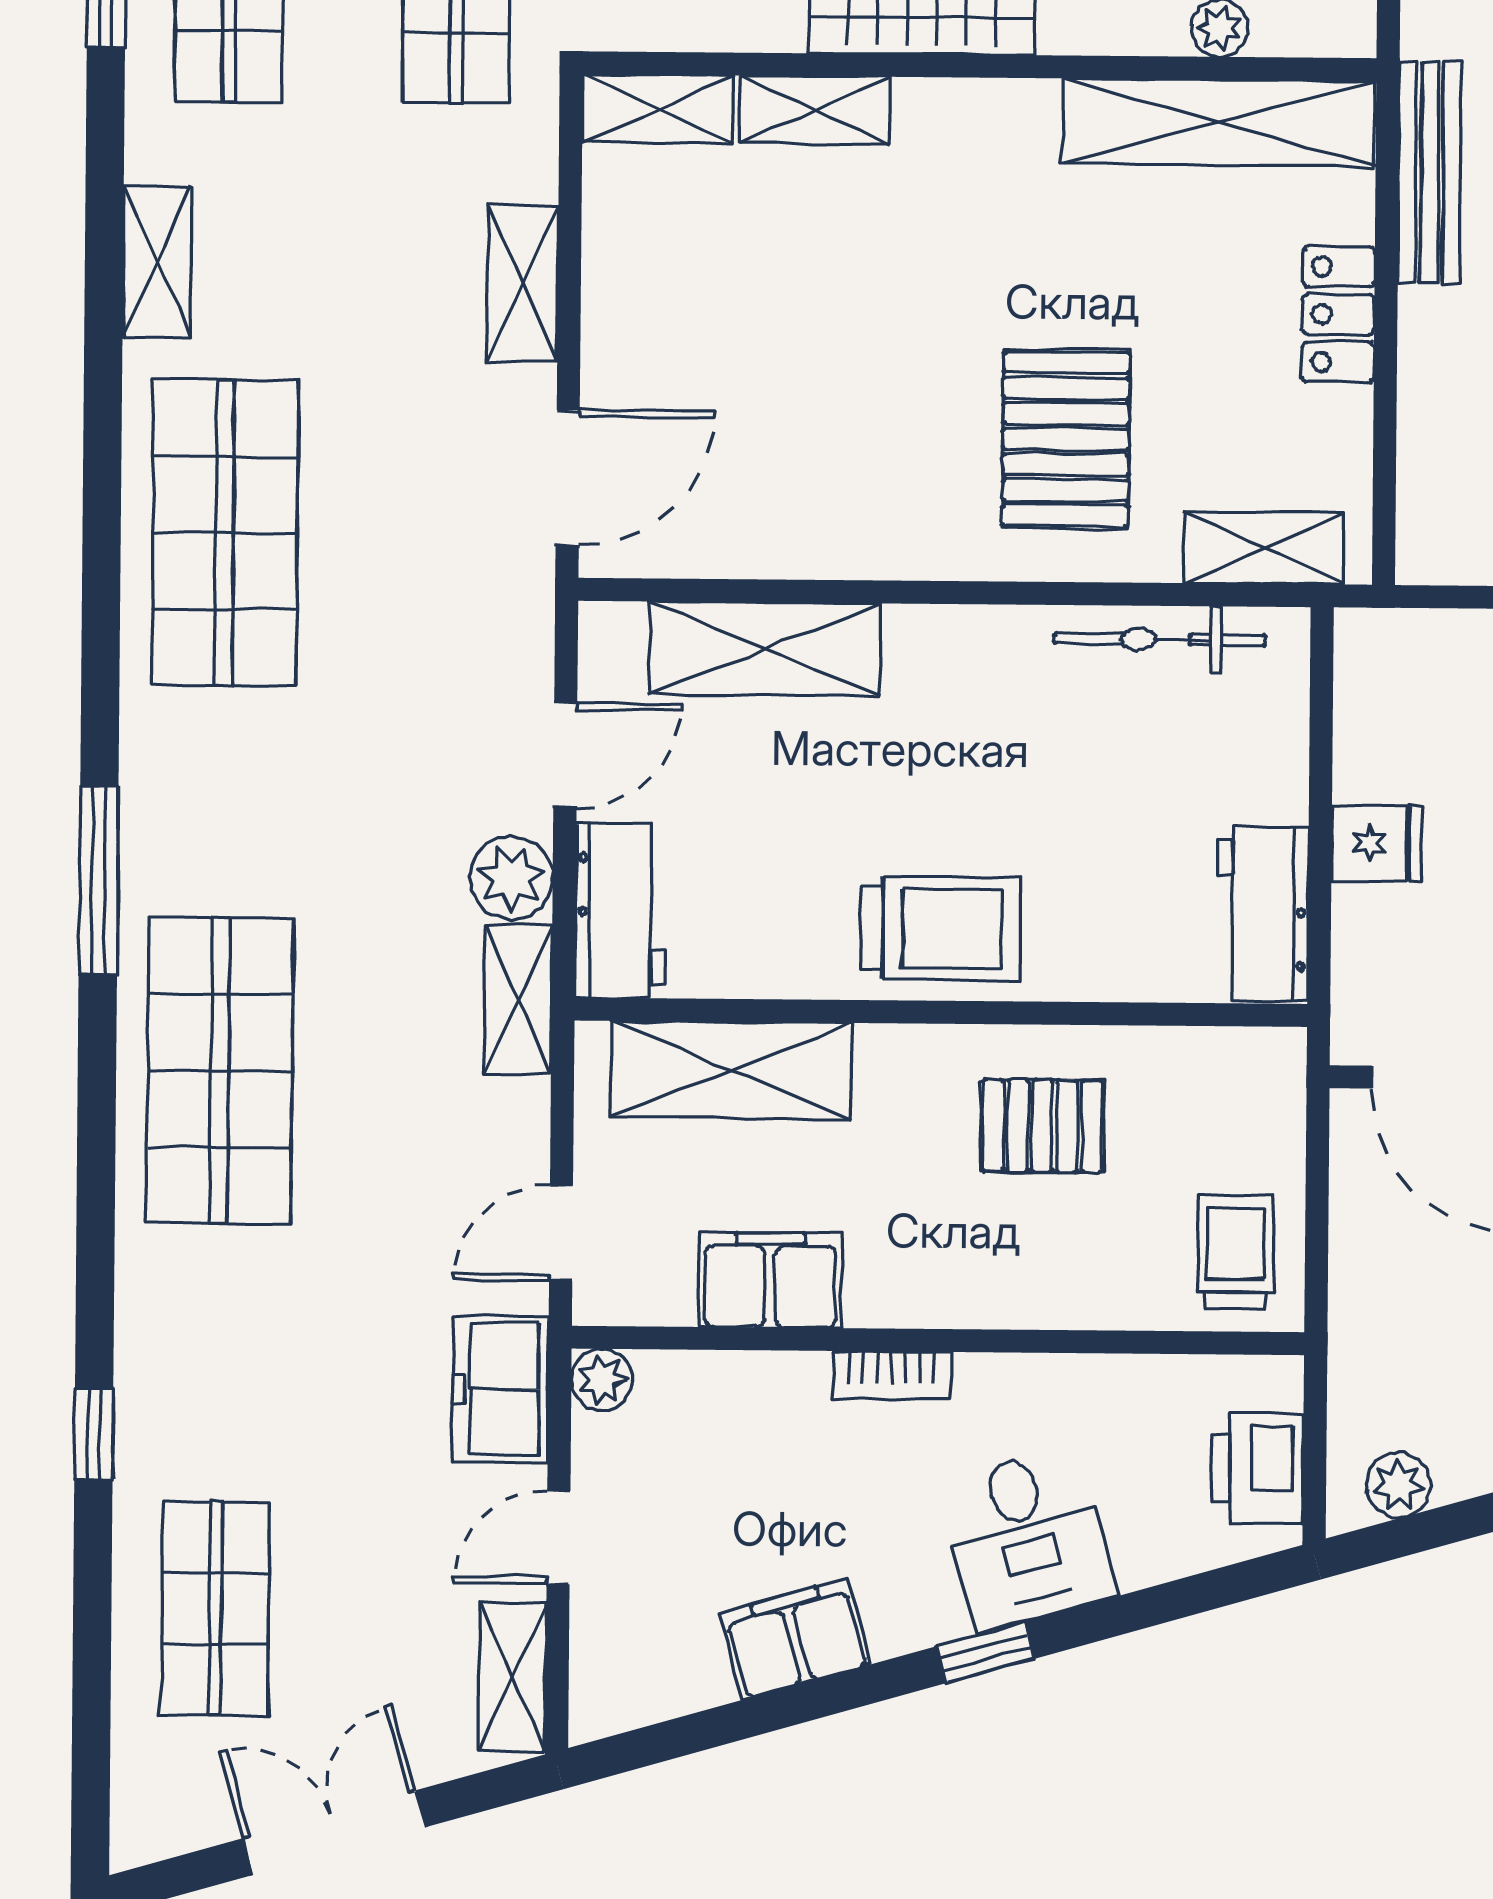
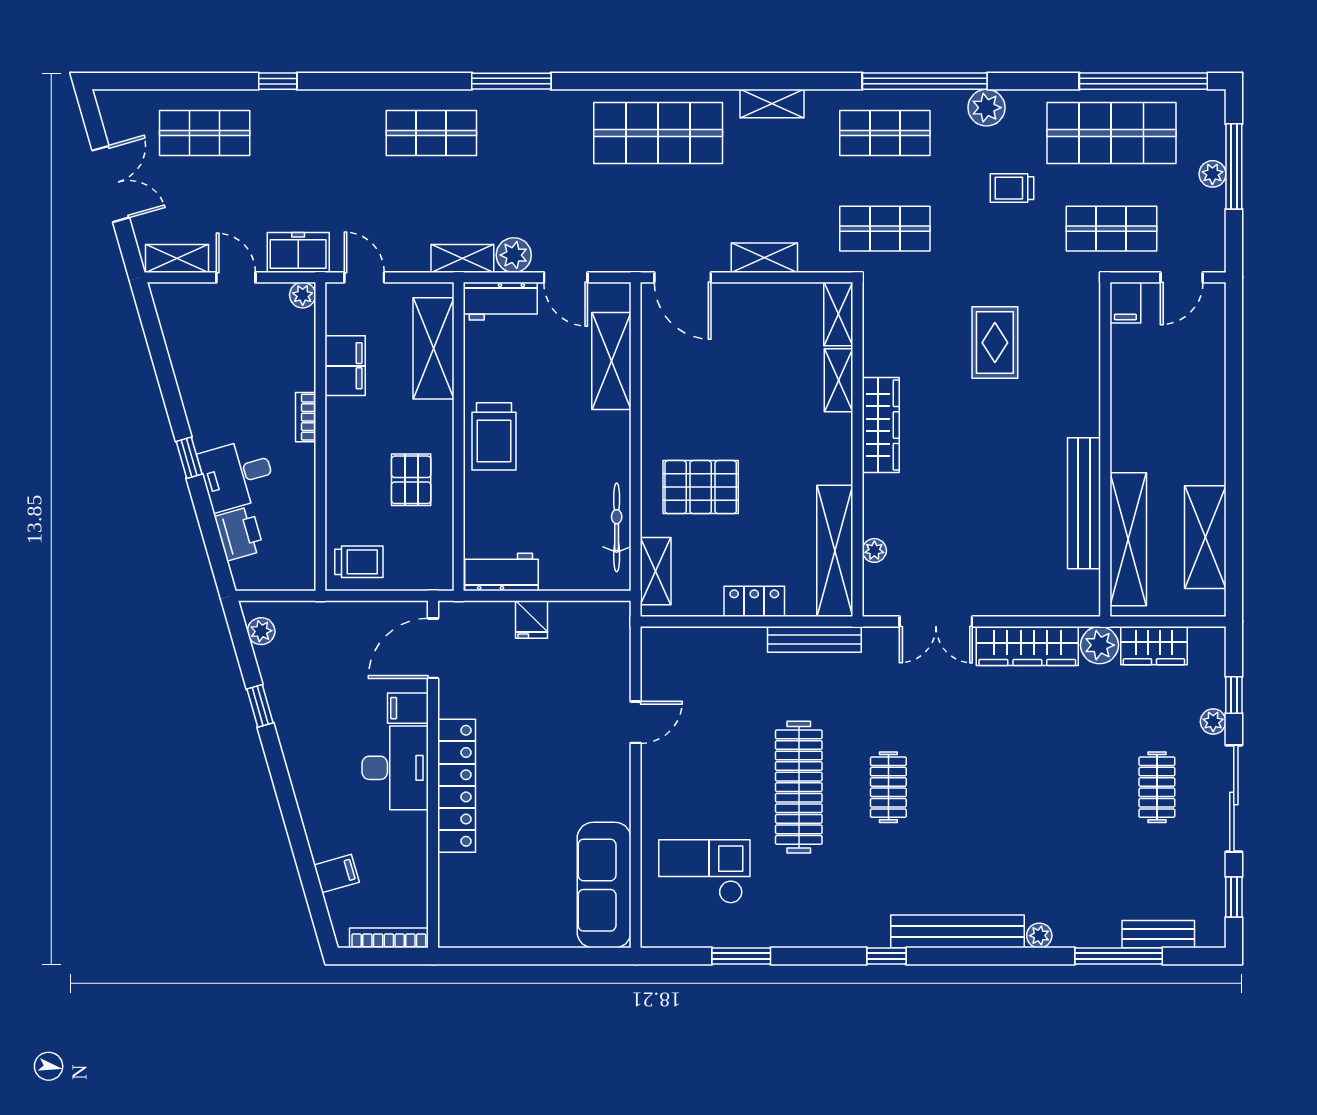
shop shelf: (220, 1071) -> (431, 133), width x0.70, depth x0.74
printer: (1257, 1468) -> (239, 533), moved, turned 74
filing cabinet: (795, 1639) -> (194, 377), removed

